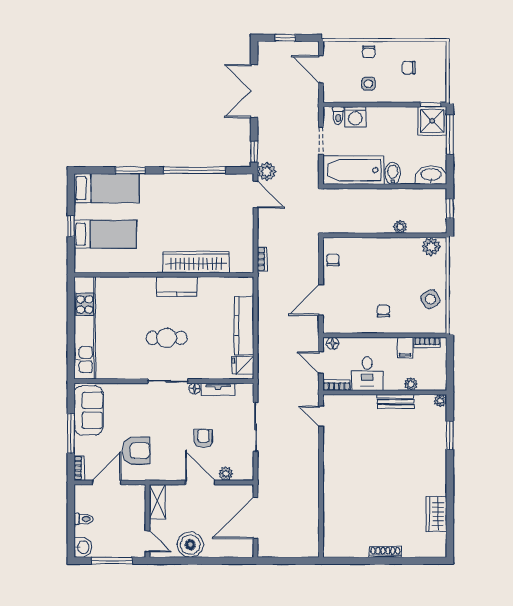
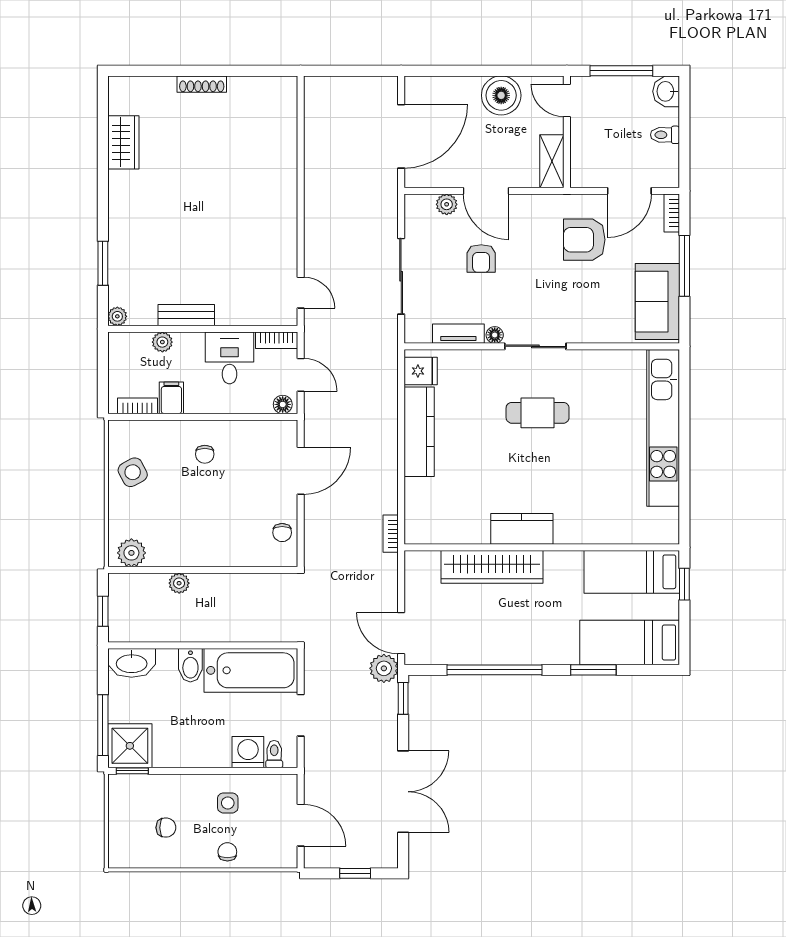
wardrobe: (196, 262) -> (492, 567), moved
wall: (164, 275) -> (542, 547), moved
kitchen counter: (177, 287) -> (522, 529), moved

